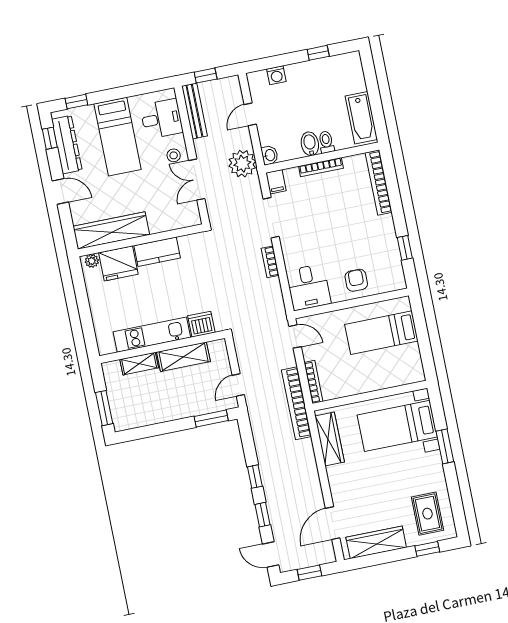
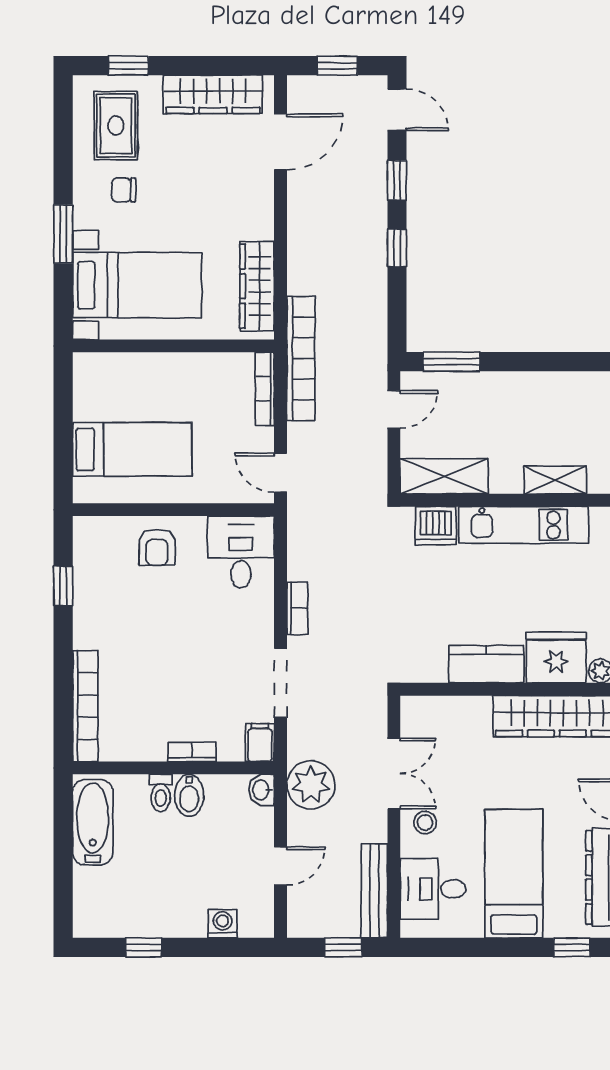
bookcase: (321, 167) -> (192, 752), width x0.64
shelving: (183, 357) -> (444, 476), moved
chair: (416, 478) -> (124, 190), added

